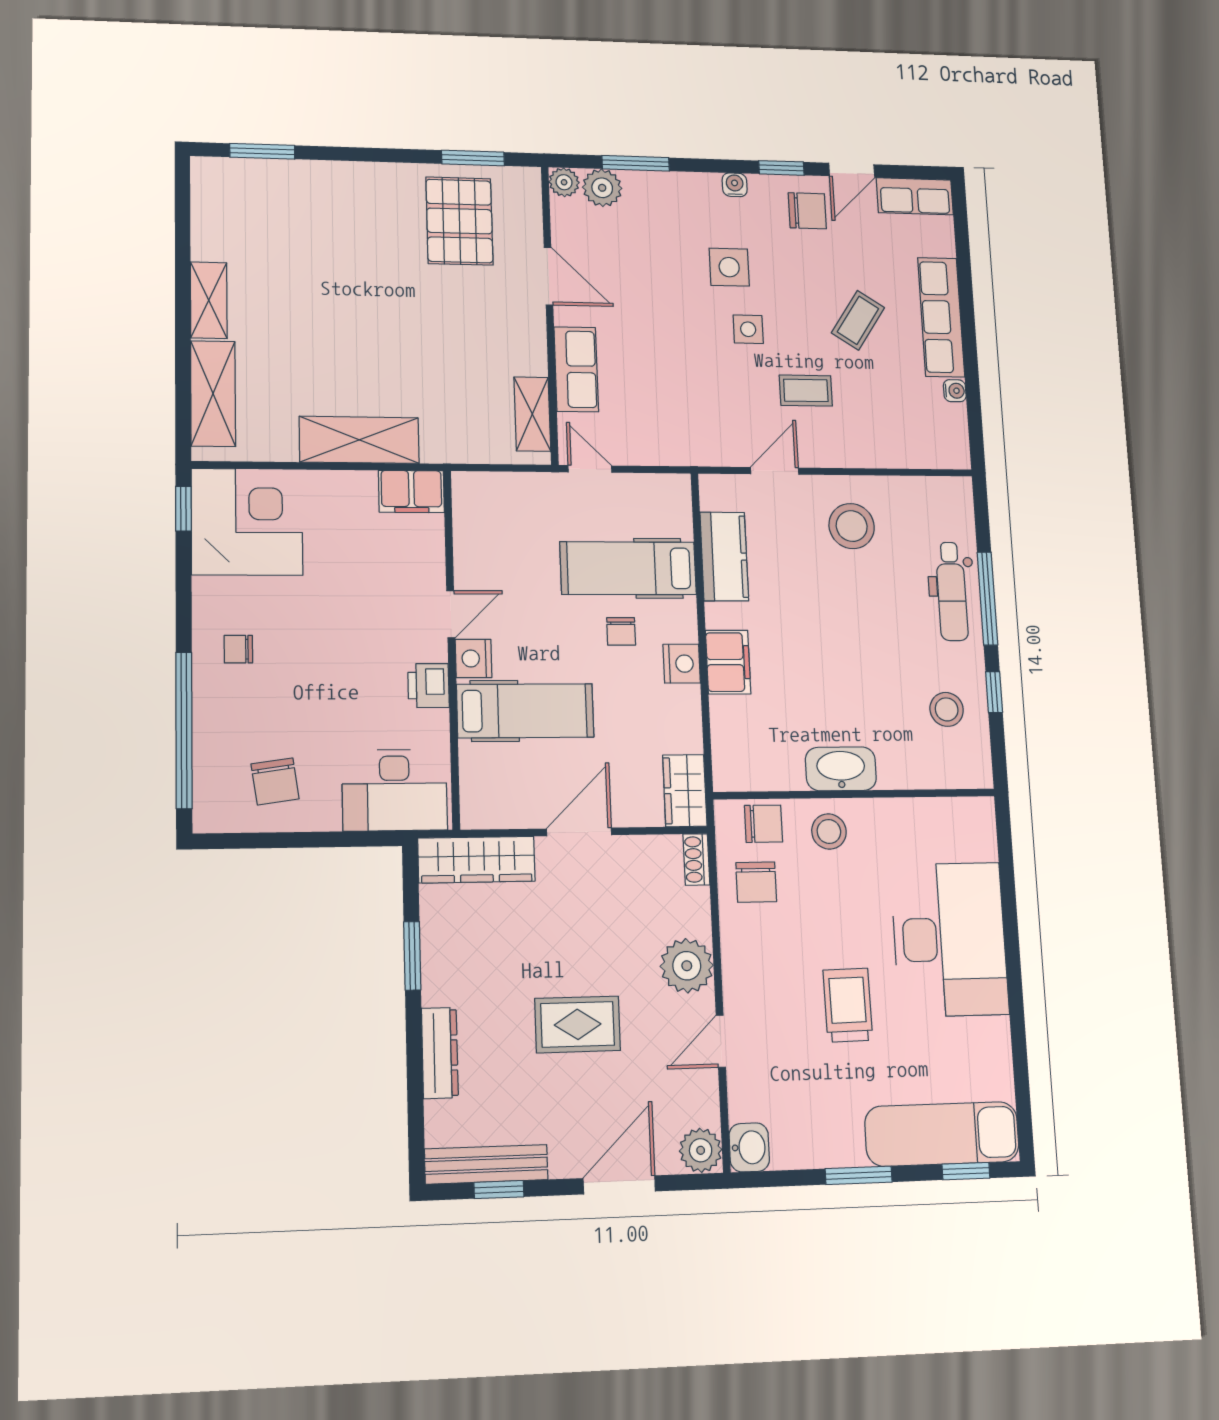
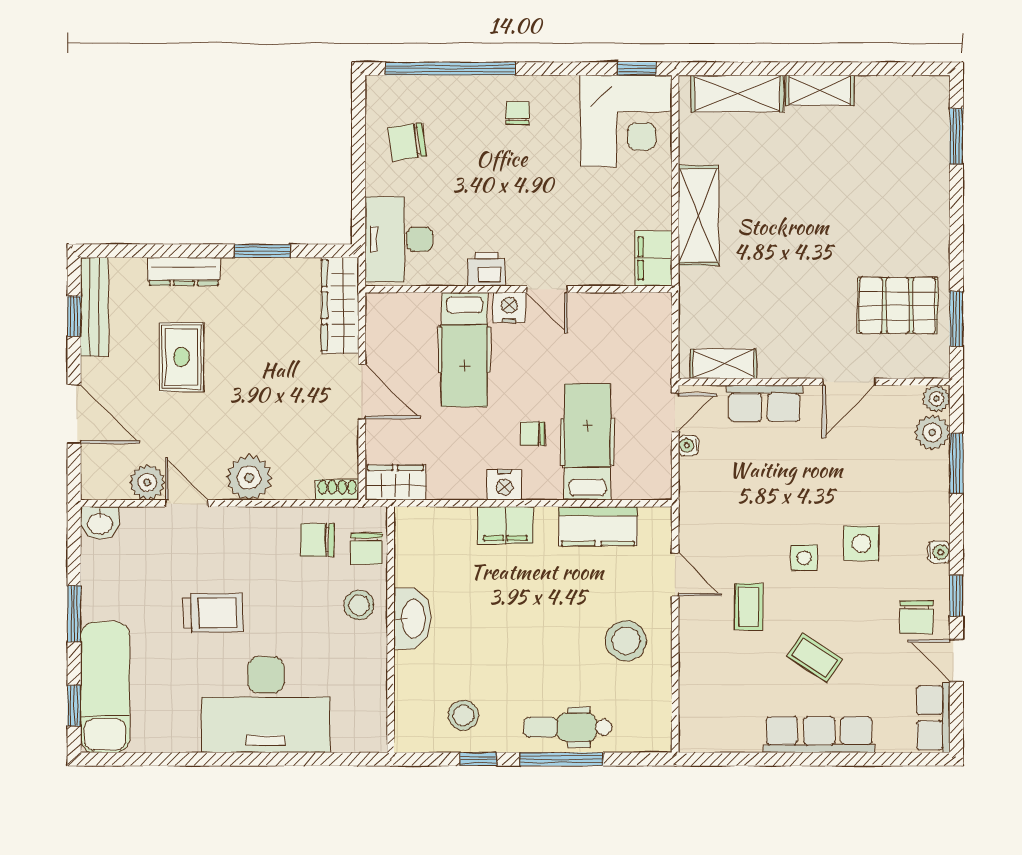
water cooler: (955, 391) -> (688, 445), moved, turned 90
rug: (578, 1024) -> (182, 357), moved
plant: (701, 1150) -> (147, 482), moved

